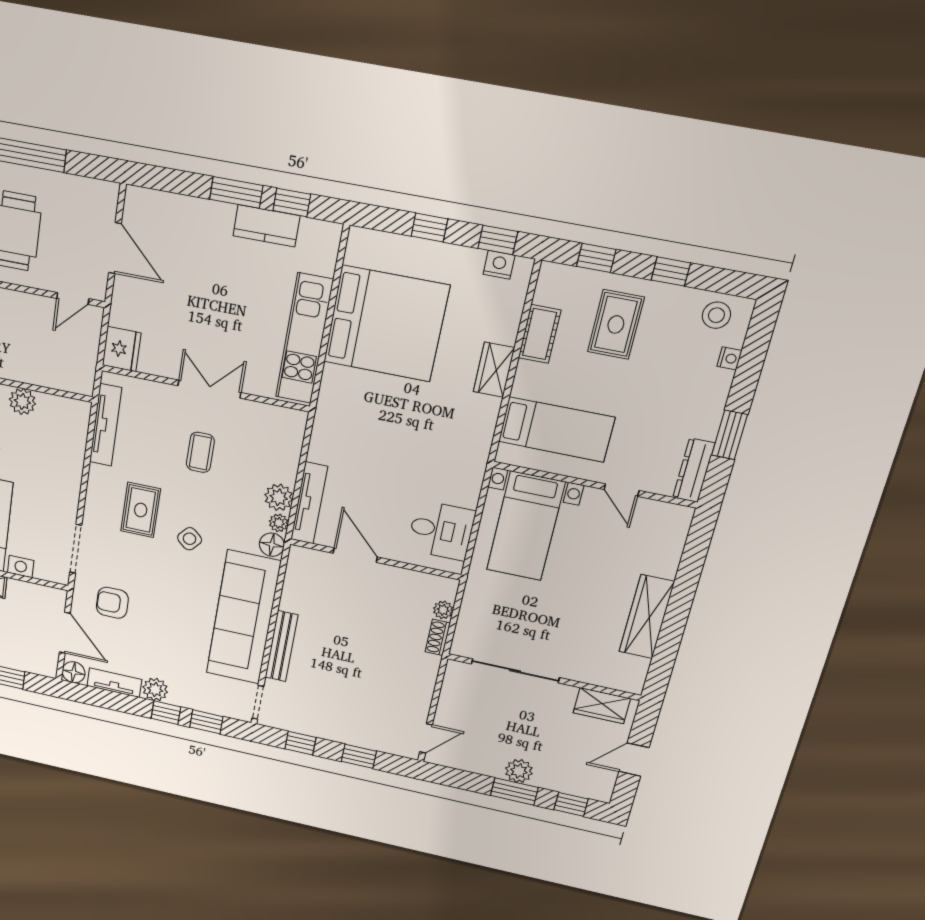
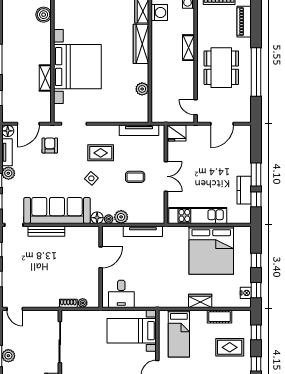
tv unit: (309, 503) -> (143, 231), moved

